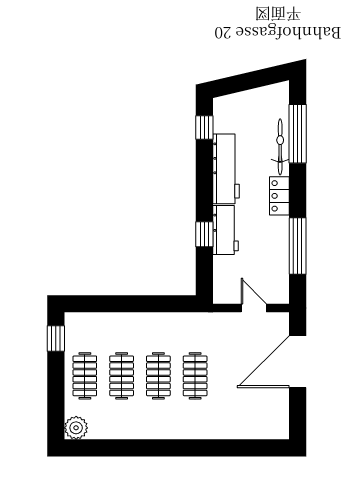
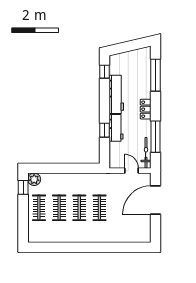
bicycle: (280, 147) -> (146, 153), moved
plant: (76, 428) -> (34, 179), moved

